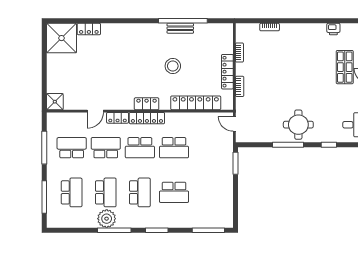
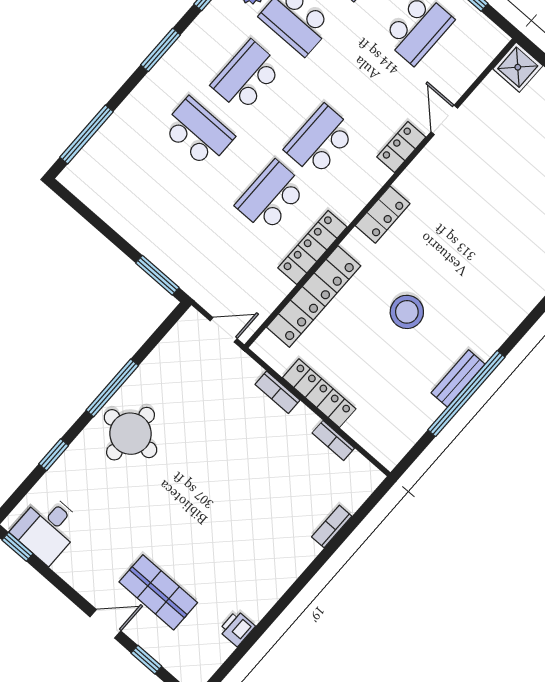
locker: (147, 118) -> (312, 247), moved
school desk: (106, 148) -> (369, 85), removed
school desk: (140, 192) -> (247, 76), turned 90
school desk: (174, 192) -> (198, 132), turned 90

